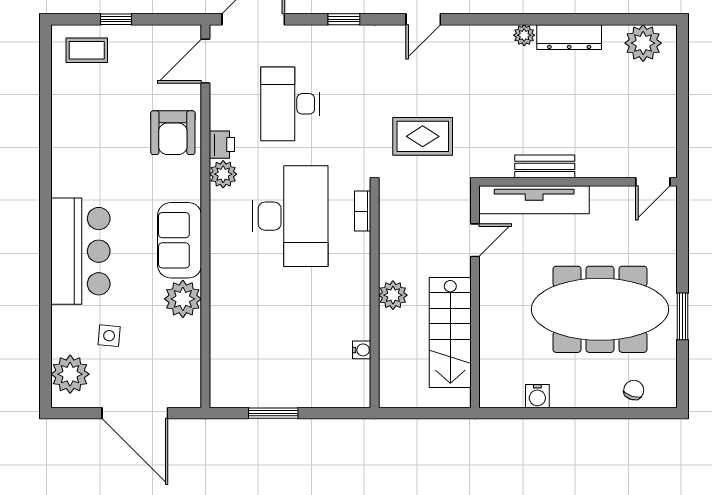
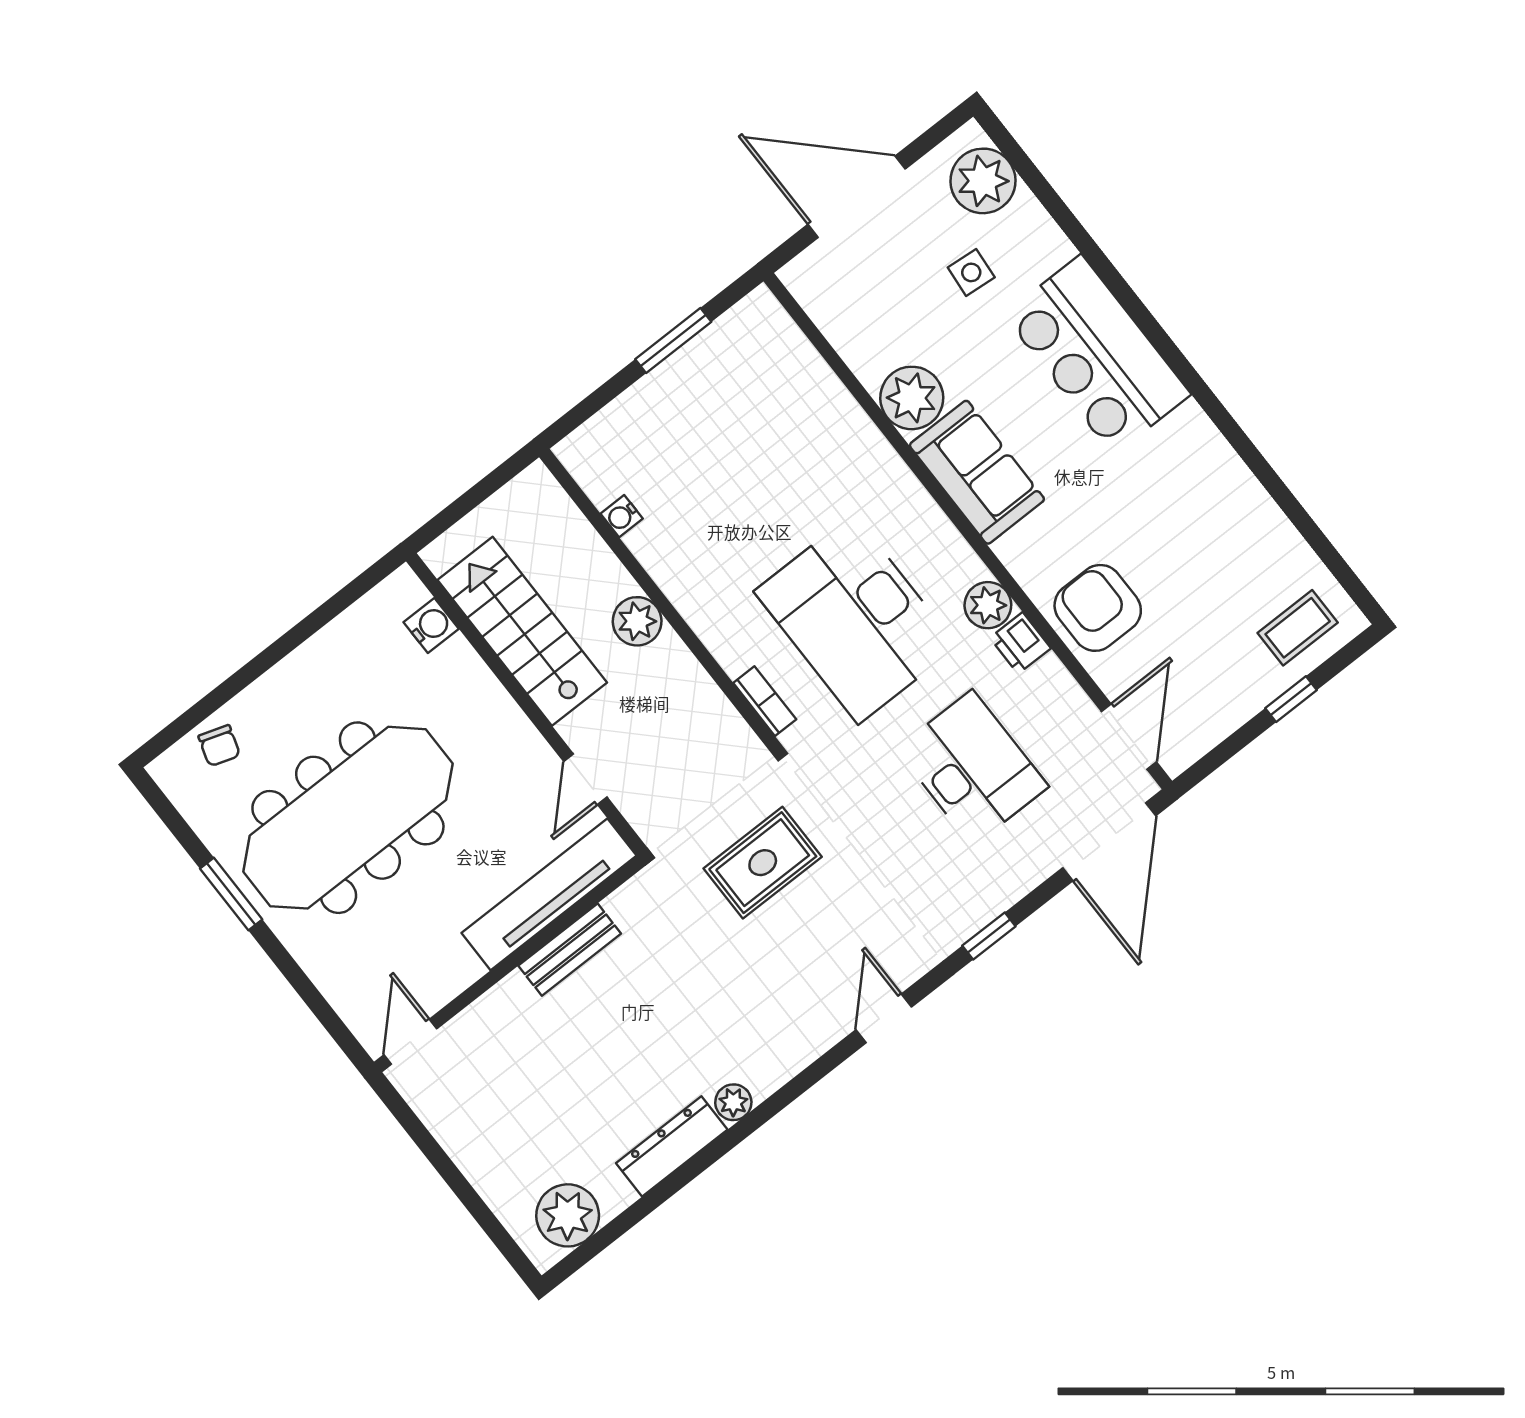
water cooler: (537, 396) -> (431, 625), moved, turned 90

